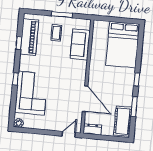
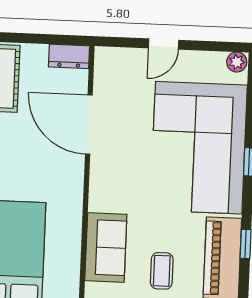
corner sofa: (31, 93) -> (199, 148), width x1.36, depth x1.36
door: (69, 134) -> (164, 44), moved

